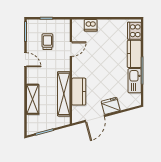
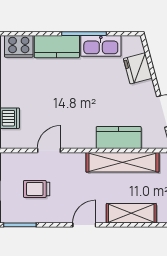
door: (71, 49) -> (49, 150), hinge flipped
door: (26, 60) -> (84, 225), moved
fridge: (111, 106) -> (138, 68), moved

